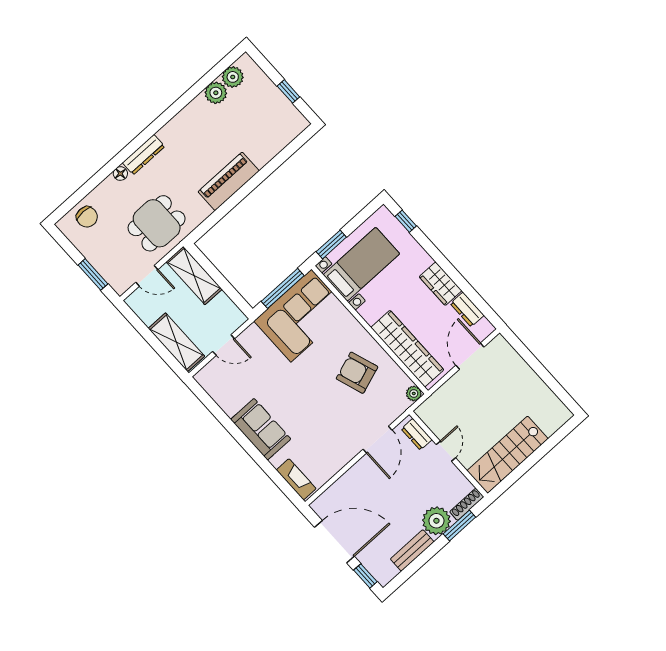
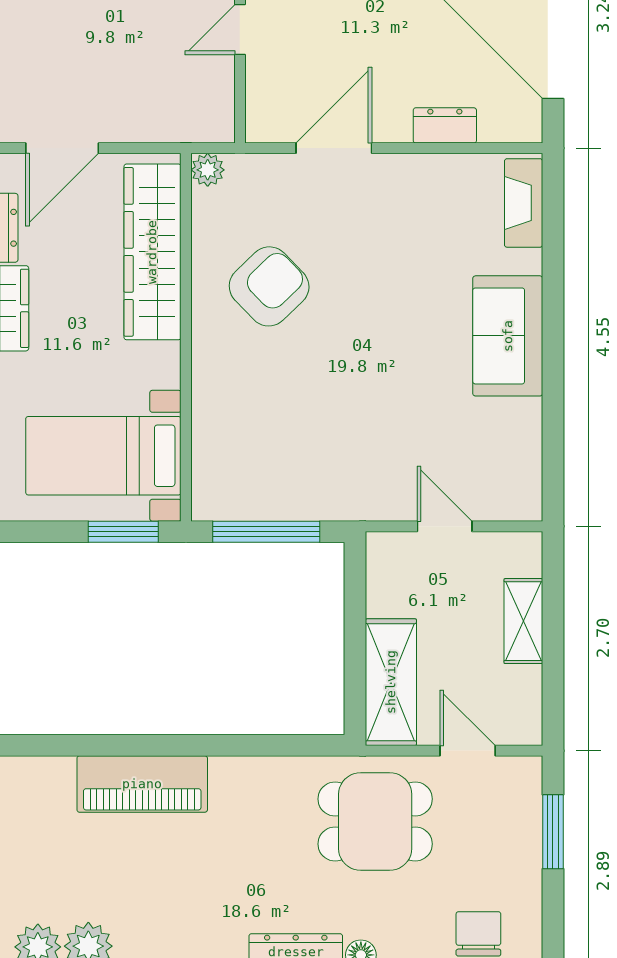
piano: (229, 181) -> (142, 784), moved
corner sofa: (301, 316) -> (276, 461), removed
shelving: (176, 342) -> (523, 621), width x0.67, depth x0.75
armchair: (357, 373) -> (269, 286), turned -115
dresser: (417, 434) -> (445, 125), moved, turned -90

